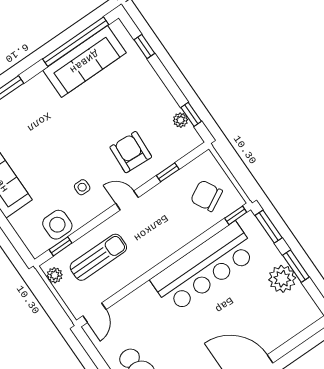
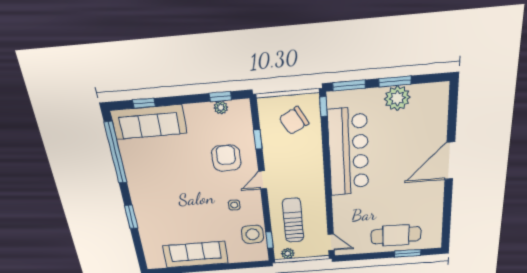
sofa: (84, 62) -> (149, 122), moved, turned 90
armchair: (131, 152) -> (226, 158), turned 87

